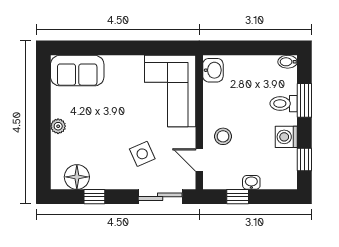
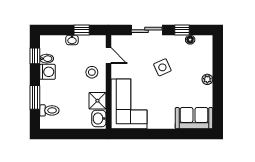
bidet: (288, 62) -> (47, 59), moved
shower: (215, 96) -> (97, 101), added
toilet: (284, 104) -> (49, 110), moved
side table: (142, 154) -> (162, 67), moved
floor lamp: (77, 177) -> (190, 40), width x0.53, depth x0.53
sliding door: (160, 197) -> (147, 30), moved

